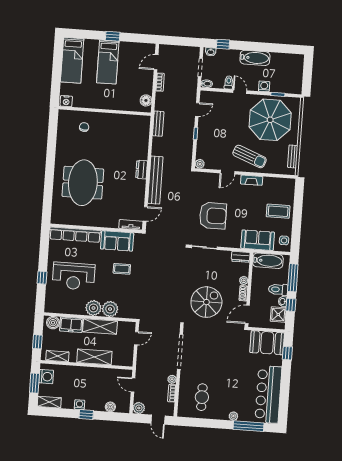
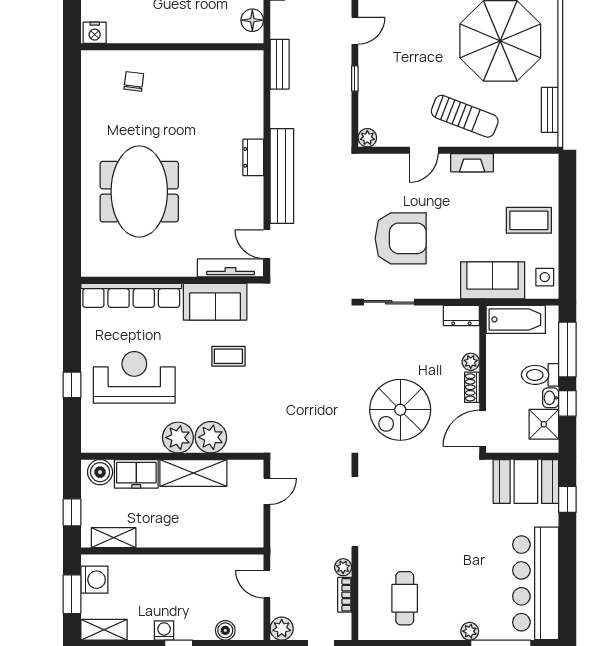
door: (145, 214) -> (267, 244), swing flipped
tv unit: (131, 225) -> (230, 268), width x1.41
reception desk: (74, 276) -> (134, 377), turned 180
spiral stairs: (206, 302) -> (400, 410), turned 180
shelving: (94, 357) -> (187, 534), removed

